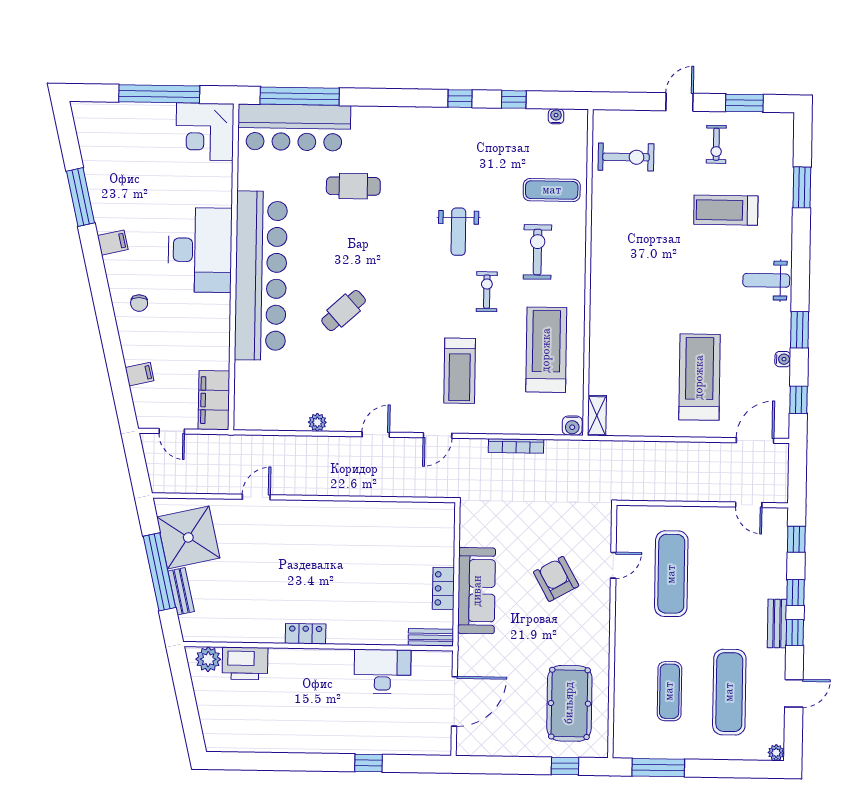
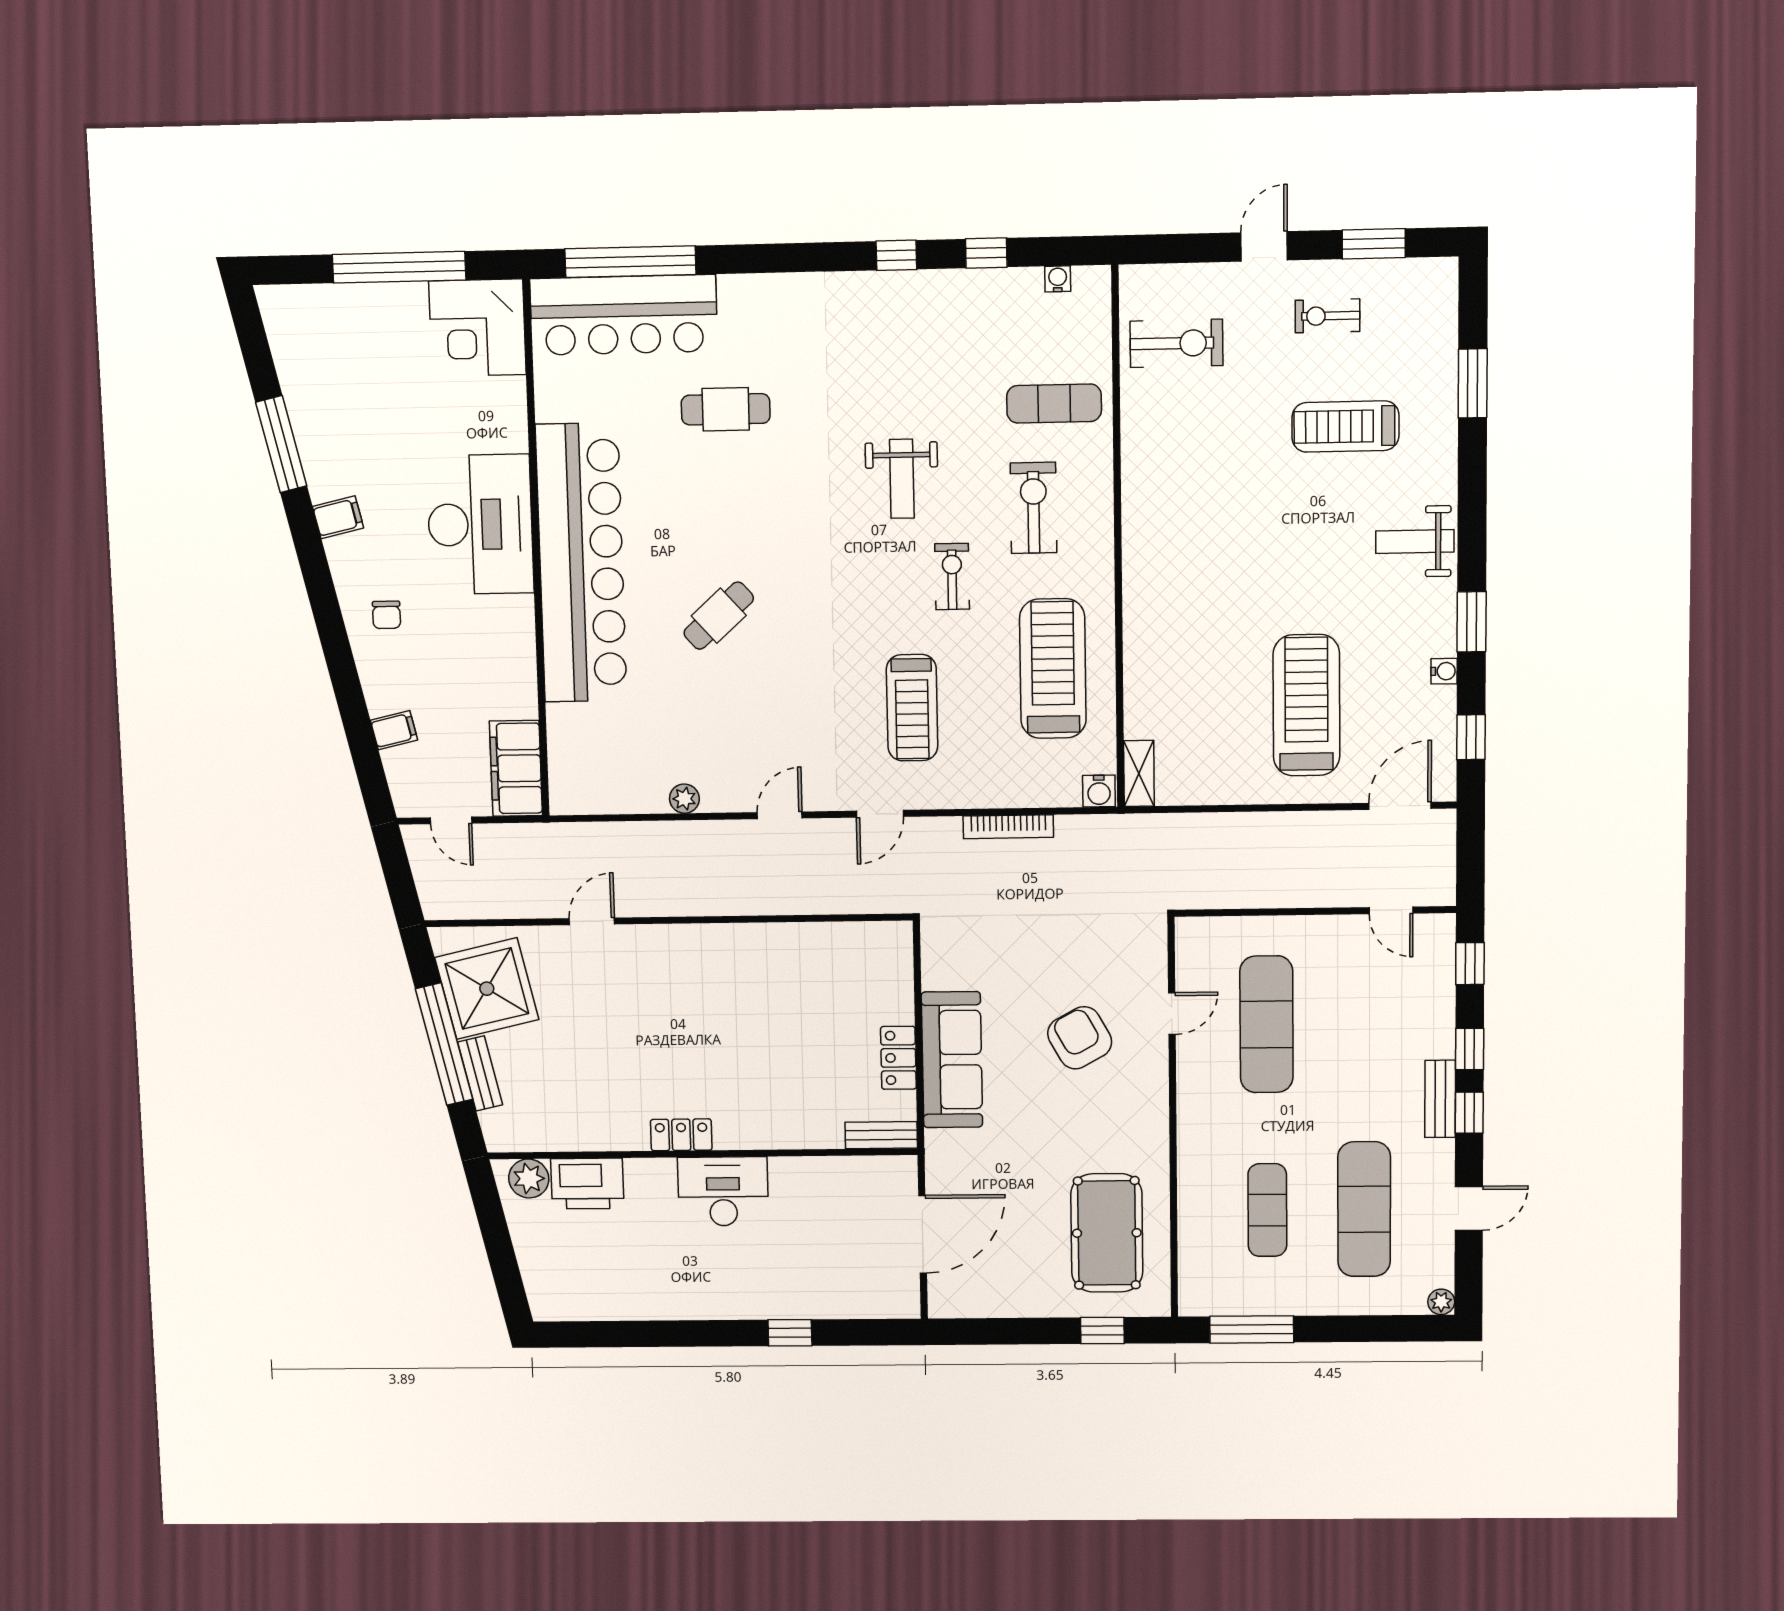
exercise bike: (716, 144) -> (1328, 316), turned 90
desk: (383, 672) -> (723, 1191), moved

